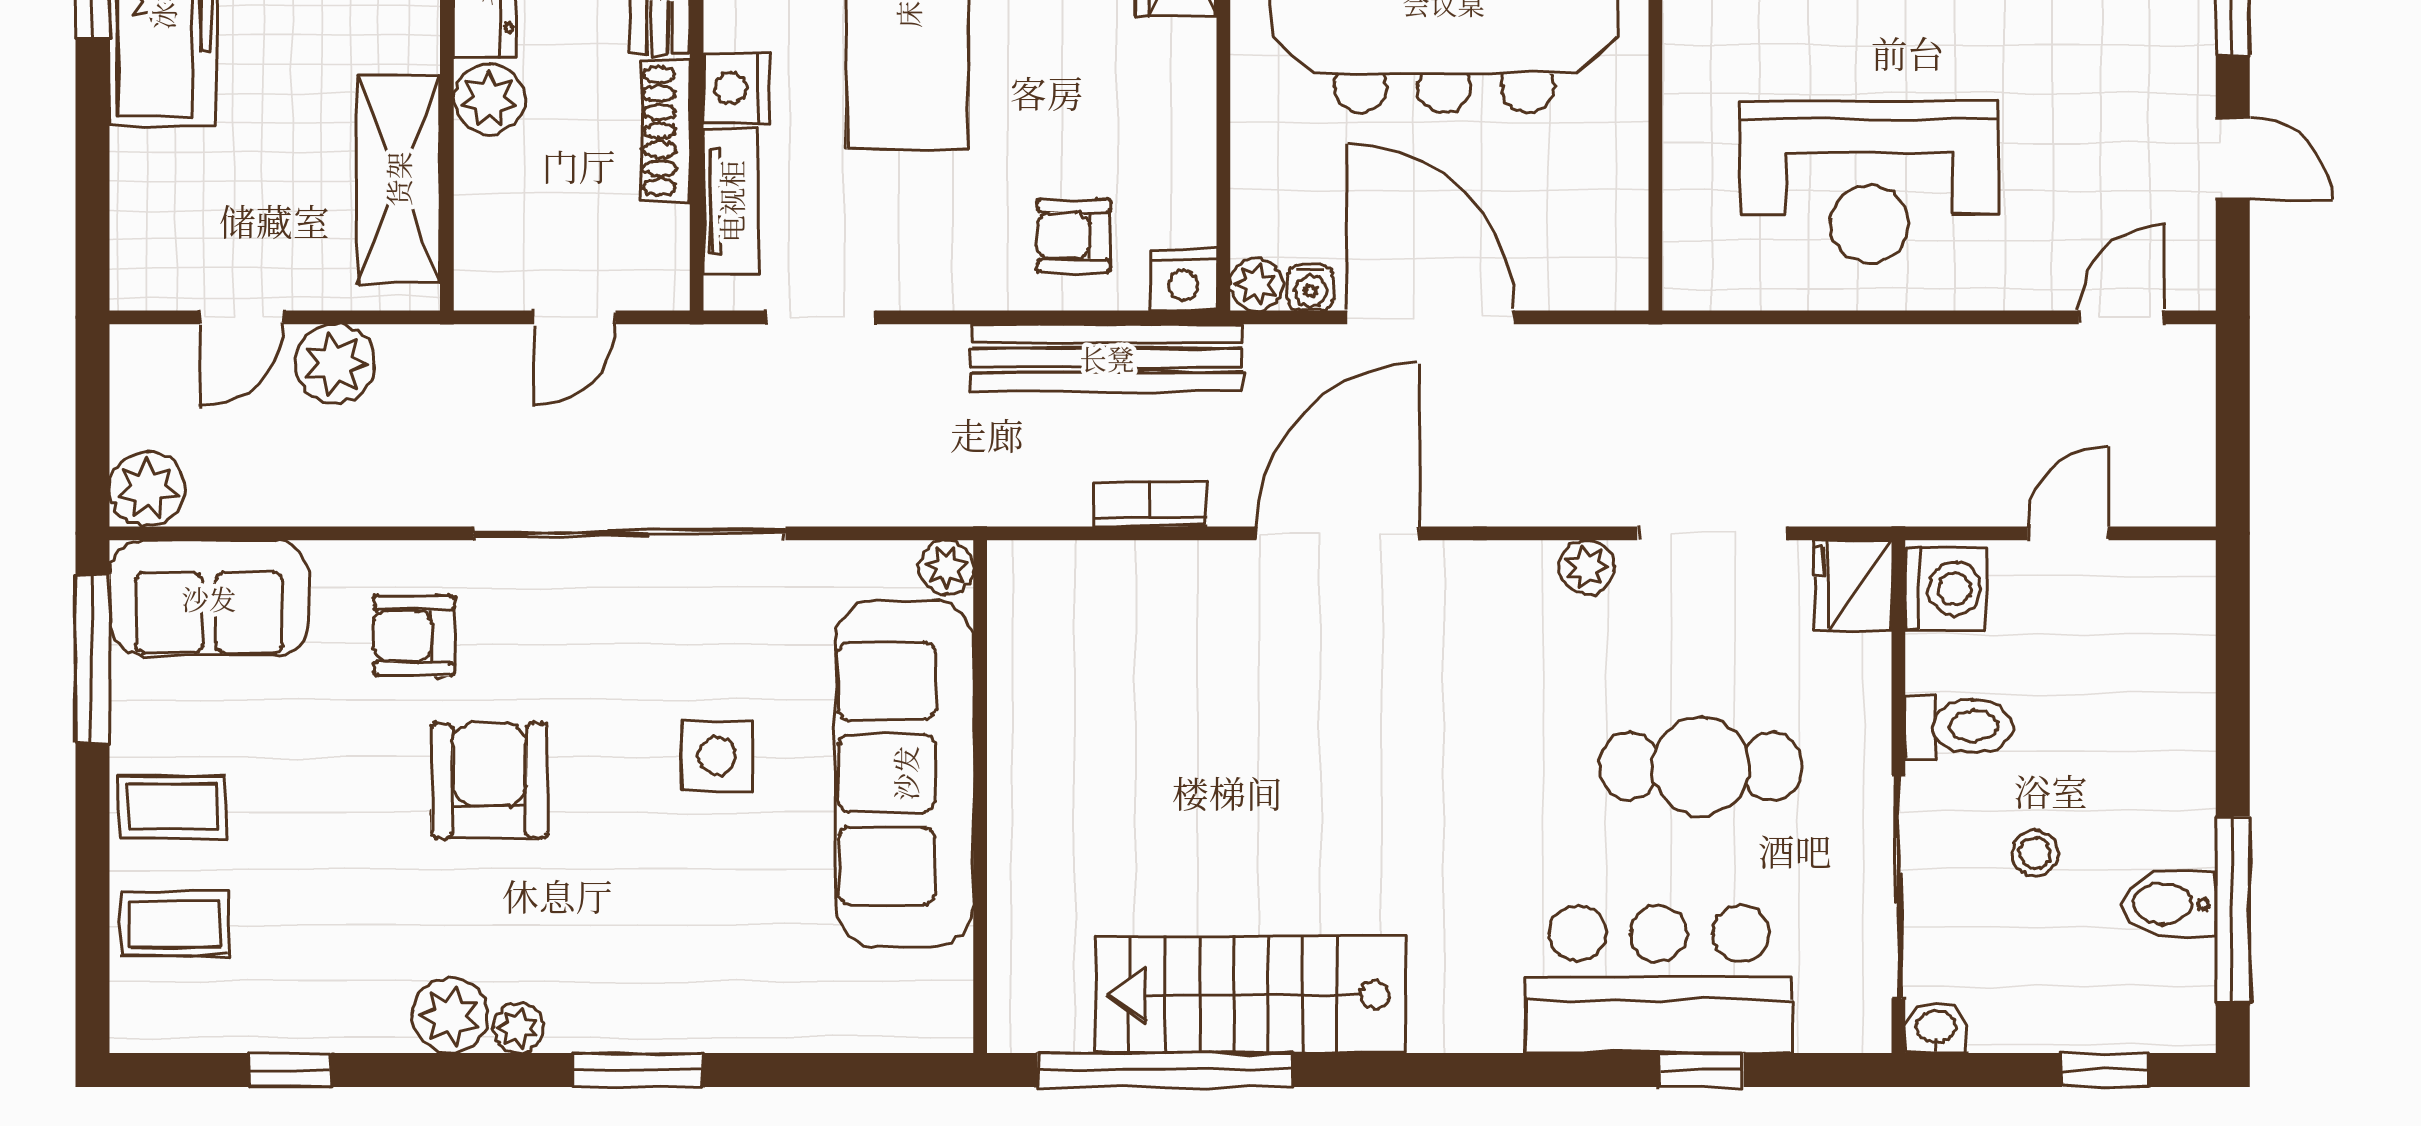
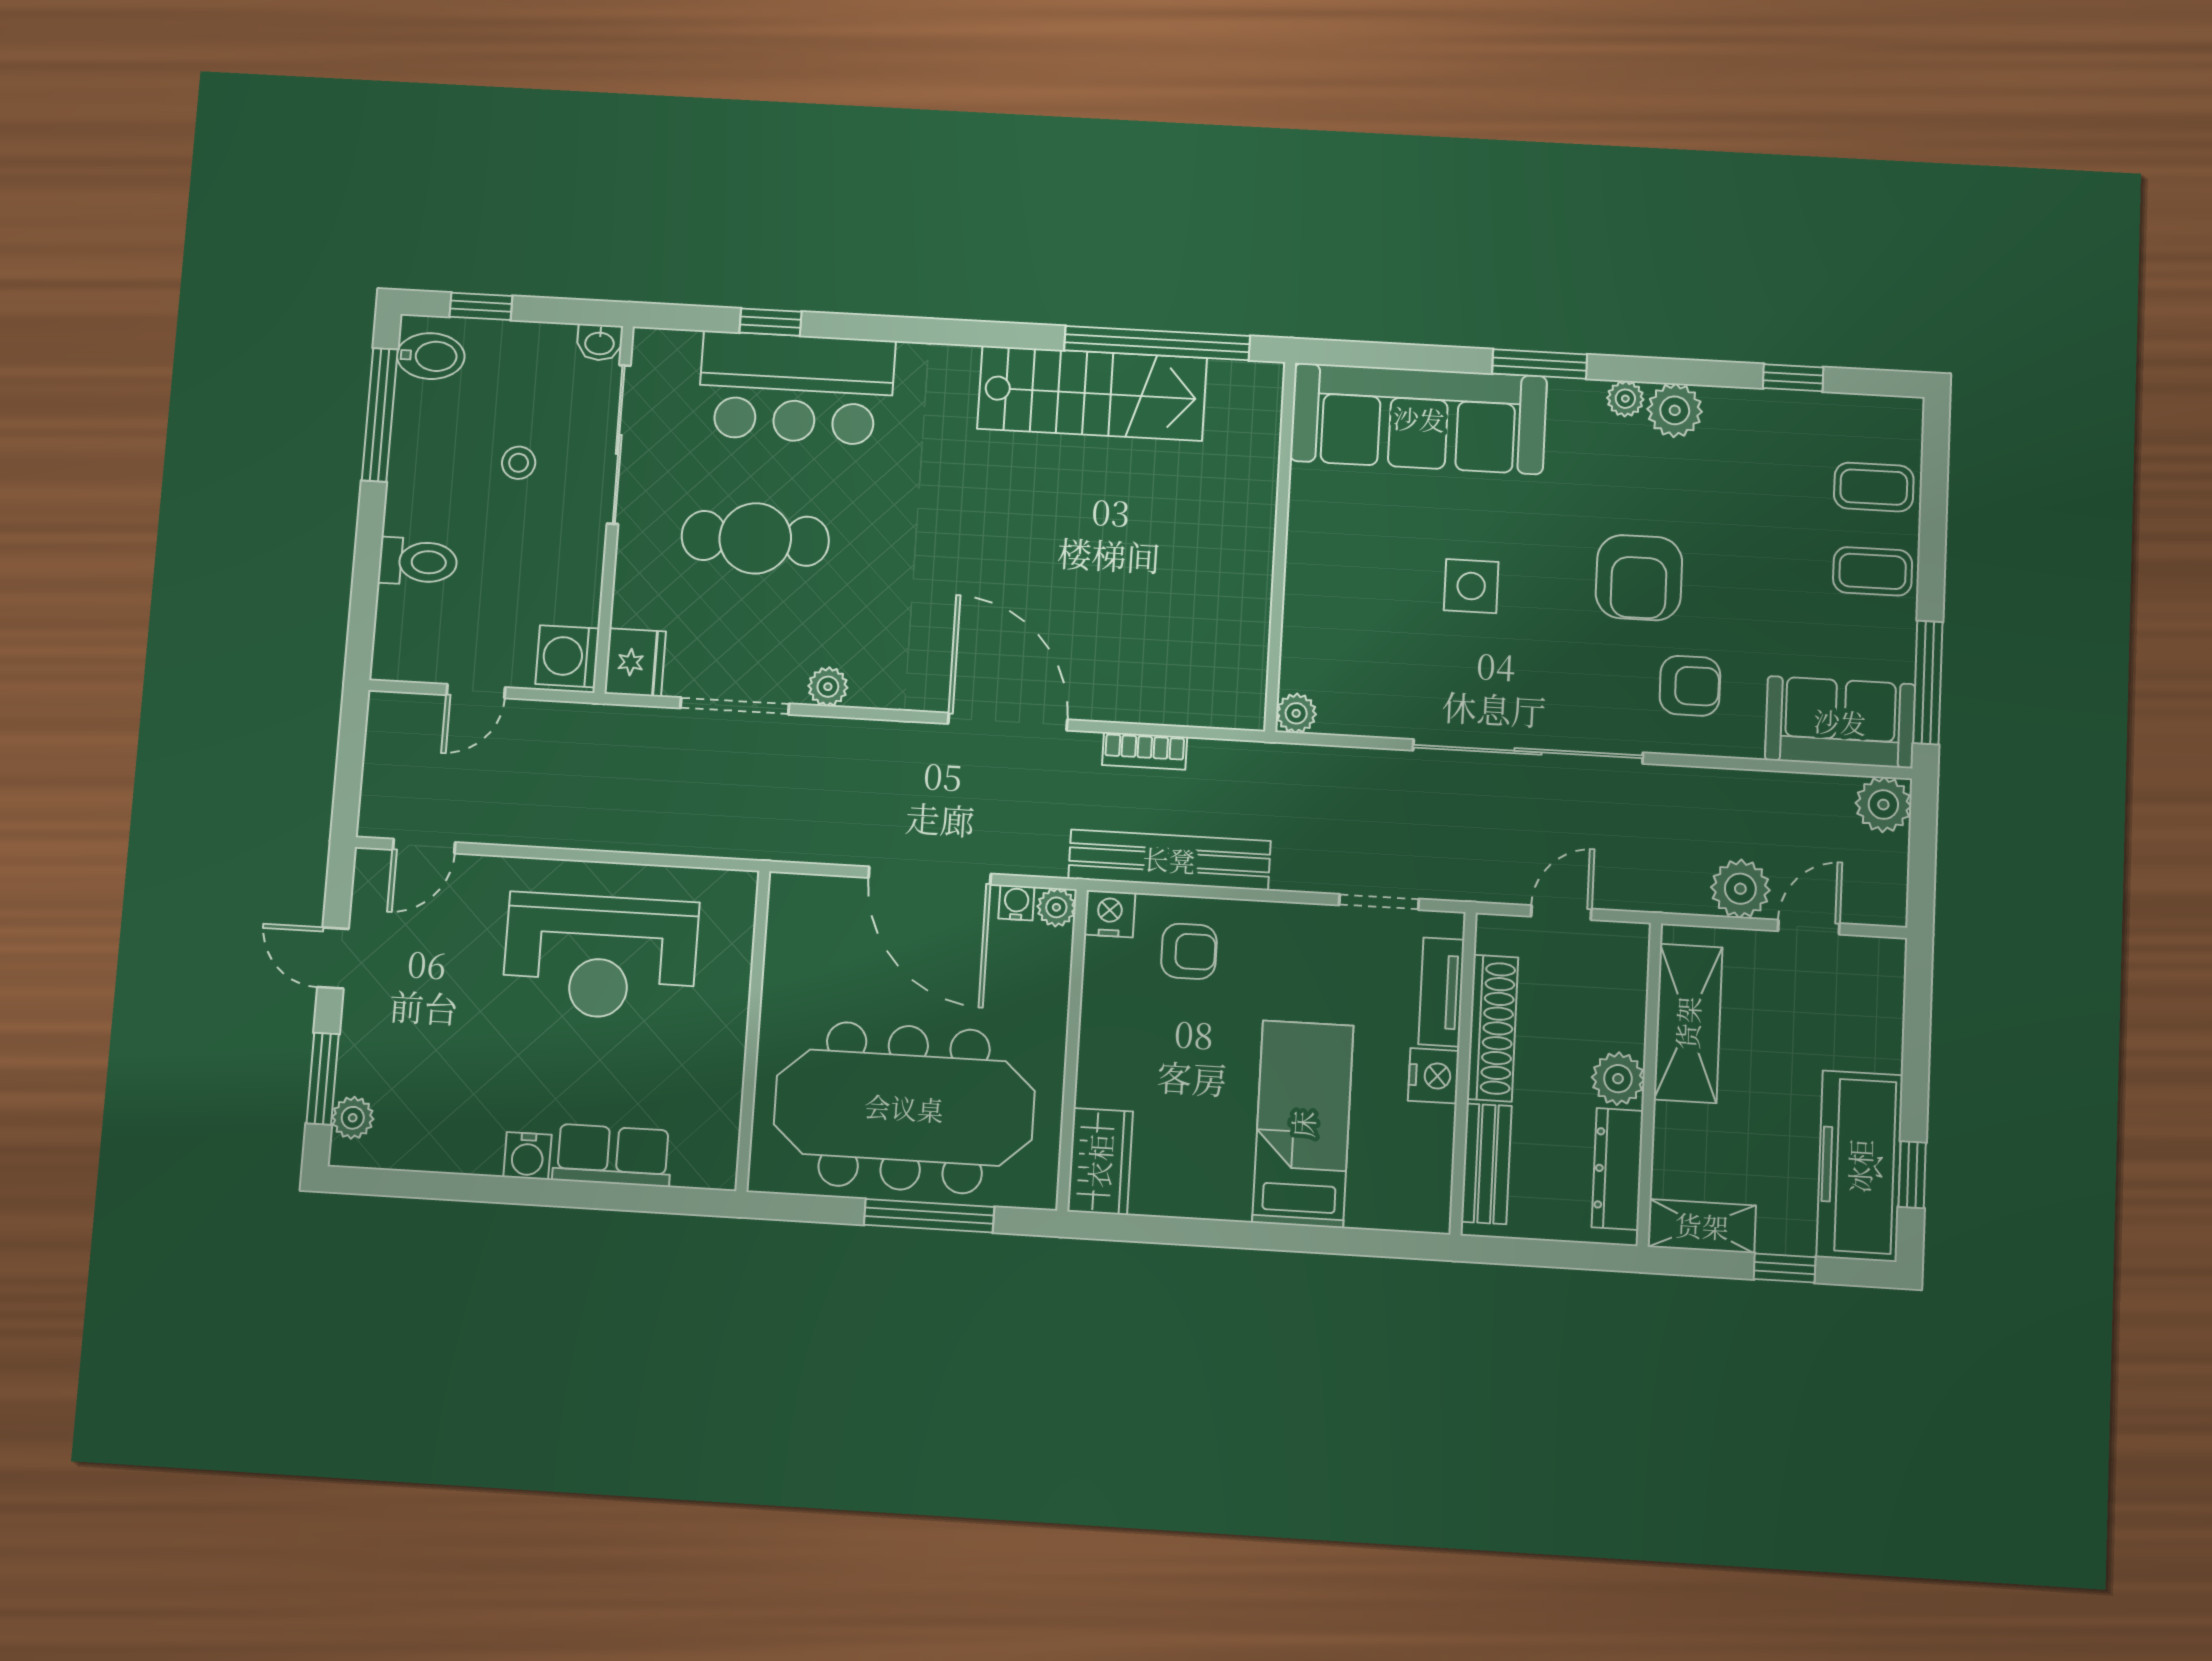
shoe rack: (666, 131) -> (1493, 1028), width x1.36, depth x1.24
reception desk: (1869, 182) -> (600, 957), turned 180
door: (1338, 533) -> (1008, 722), swing flipped
toilet: (1959, 726) -> (418, 562), moved, turned 180
sofa: (905, 773) -> (1419, 419), moved, turned 90
bidet: (2169, 904) -> (431, 356), moved

